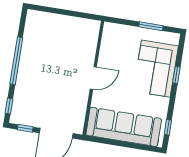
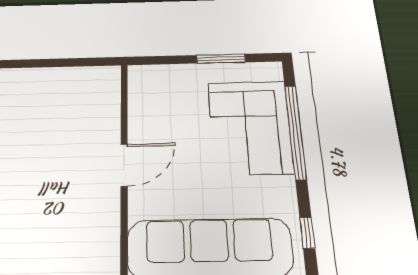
window: (176, 75) -> (295, 132), width x3.17

